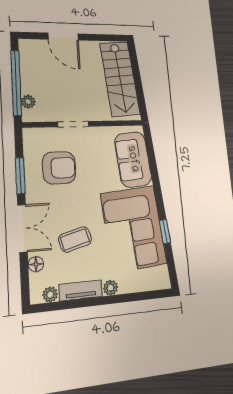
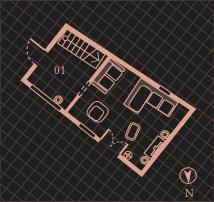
door: (63, 37) -> (41, 58), swing flipped
sofa: (133, 159) -> (108, 76), moved, turned -85
armchair: (59, 168) -> (98, 112), turned 180

